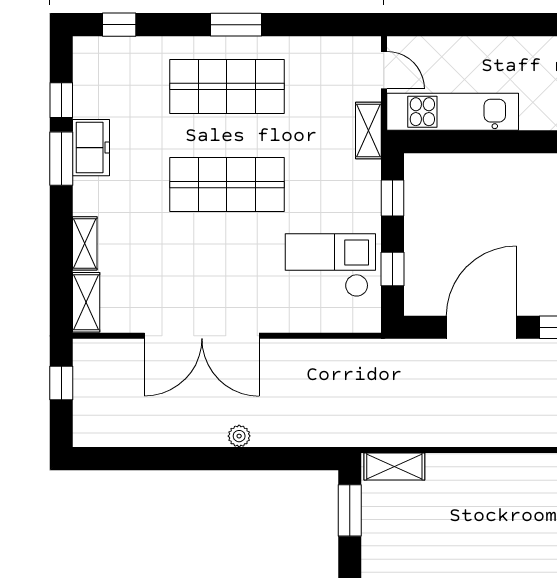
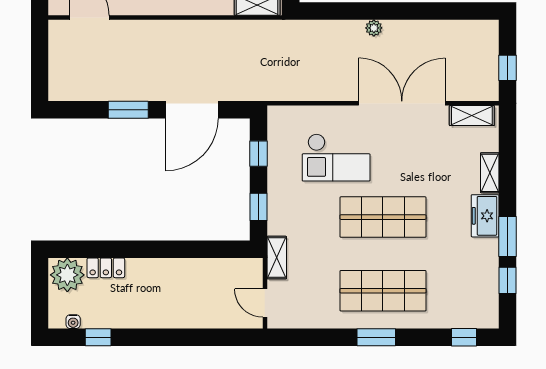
kitchen unit: (453, 112) -> (213, 272), removed
freezer: (91, 148) -> (485, 216), moved
checkout: (330, 265) -> (336, 157), moved
shelving: (86, 302) -> (472, 116), moved, turned 90

